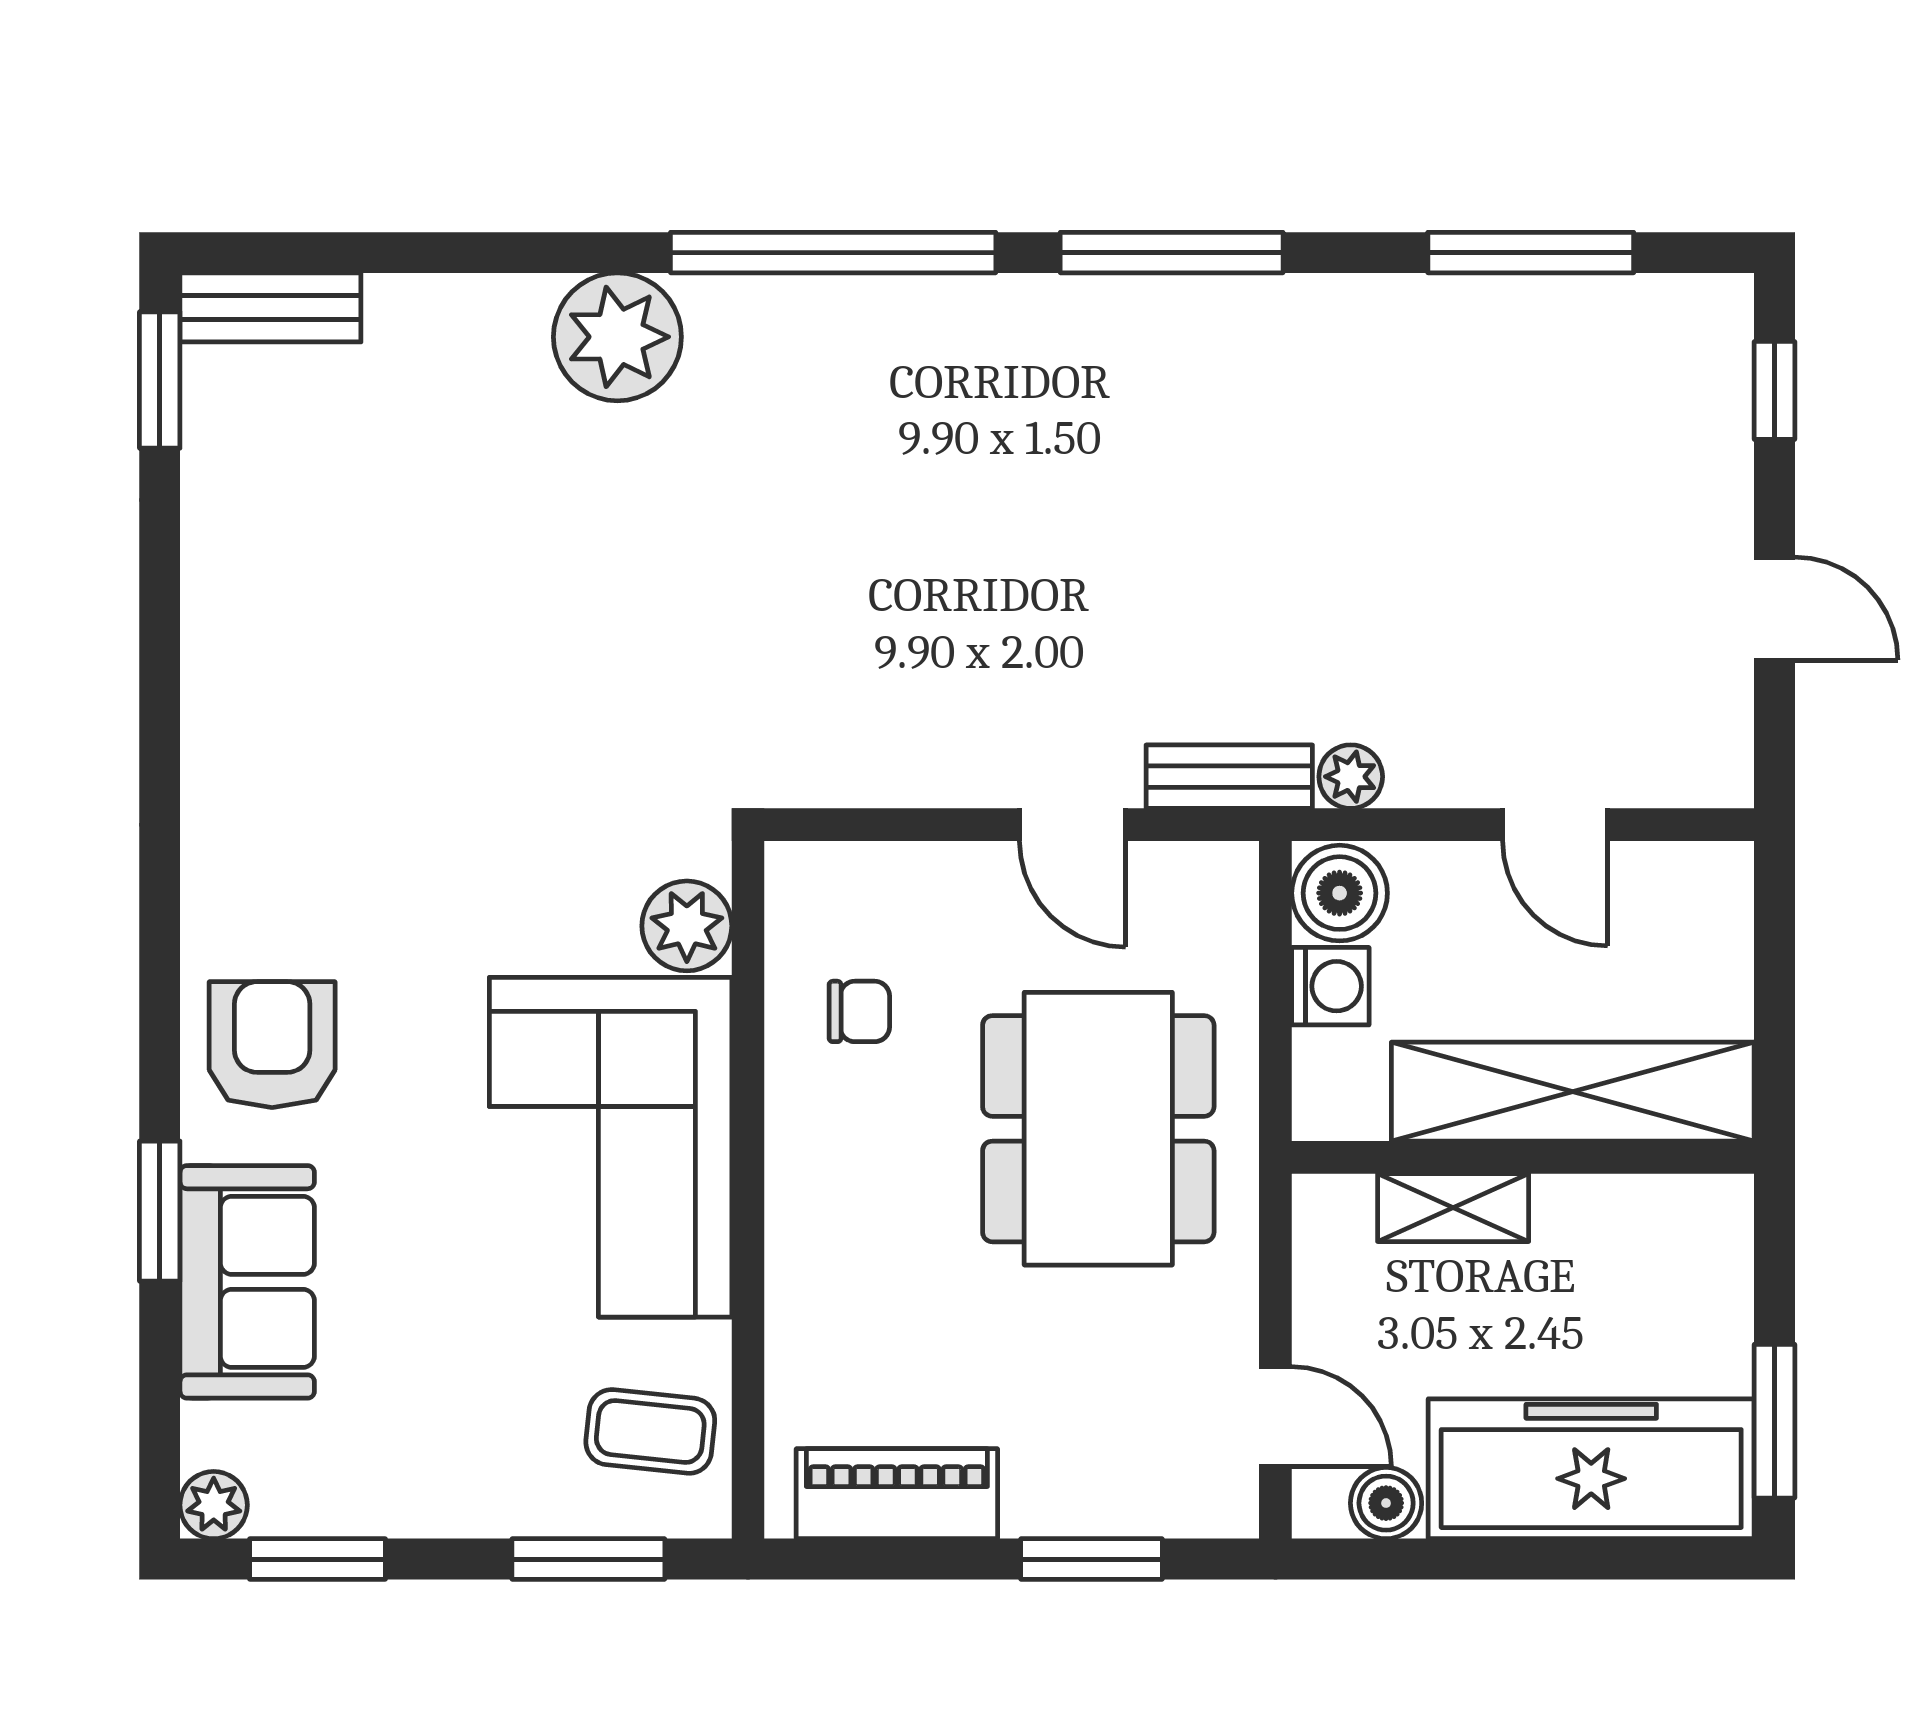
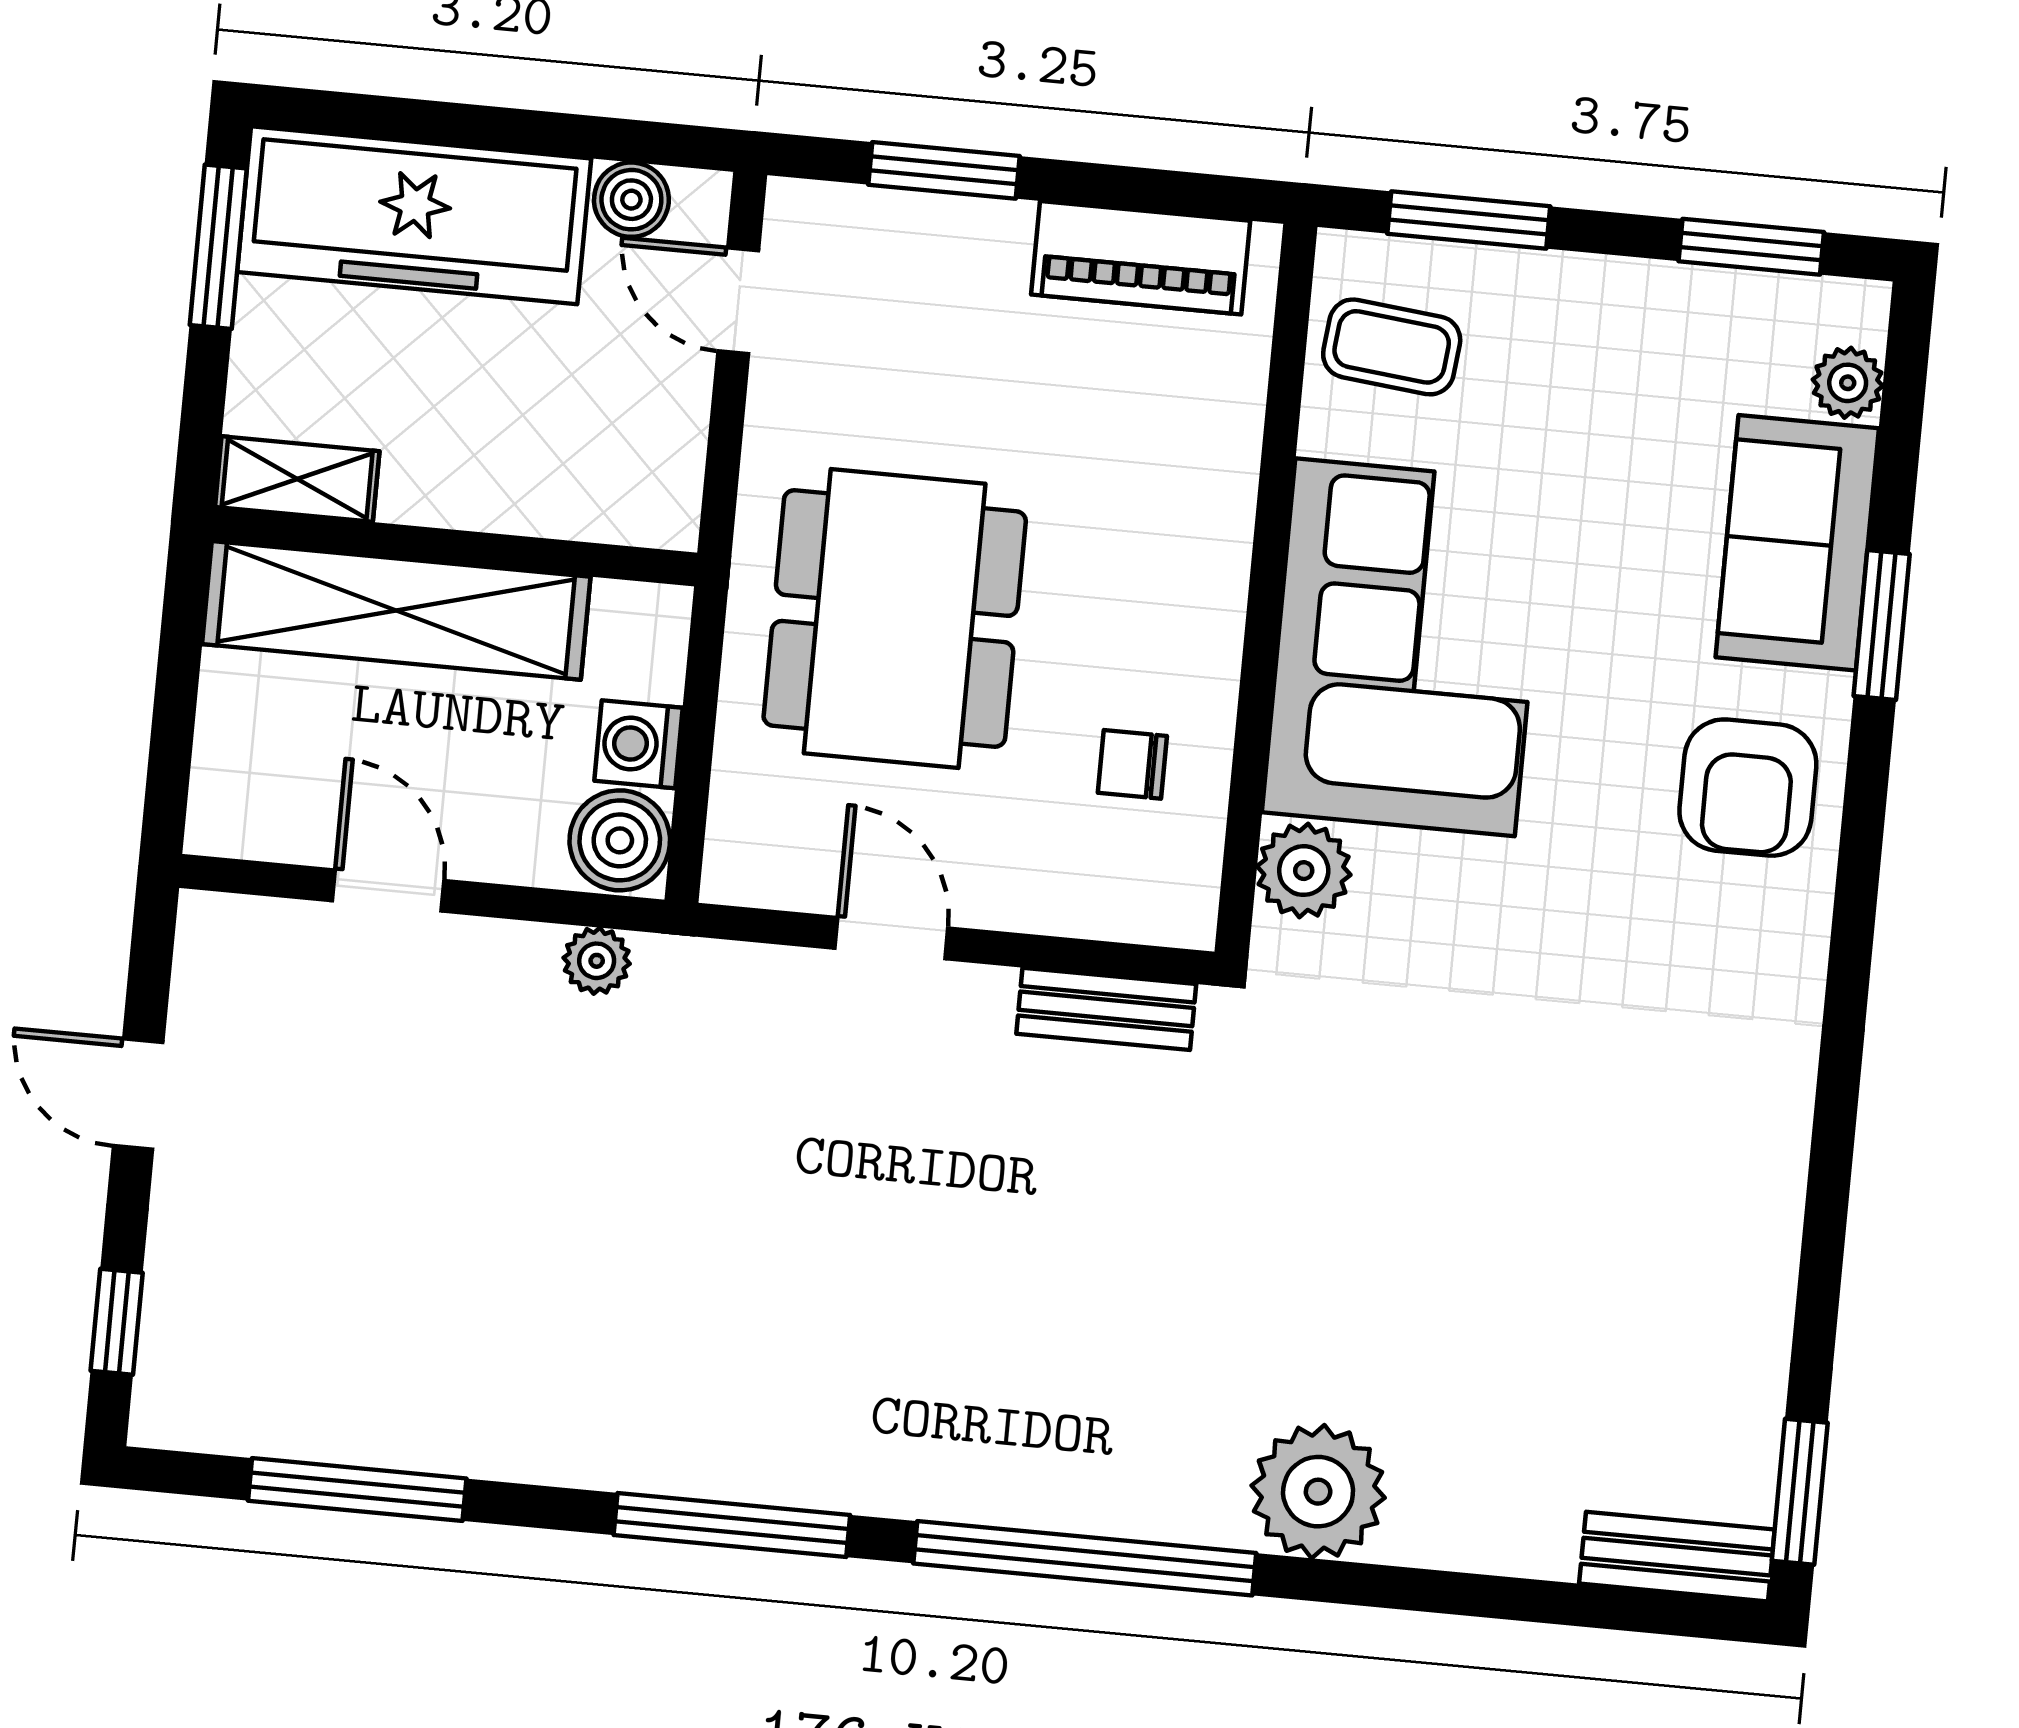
bench: (1229, 777) -> (1106, 1009), moved
shelving: (1453, 1208) -> (297, 479), moved
plant: (214, 1505) -> (1848, 383), moved

